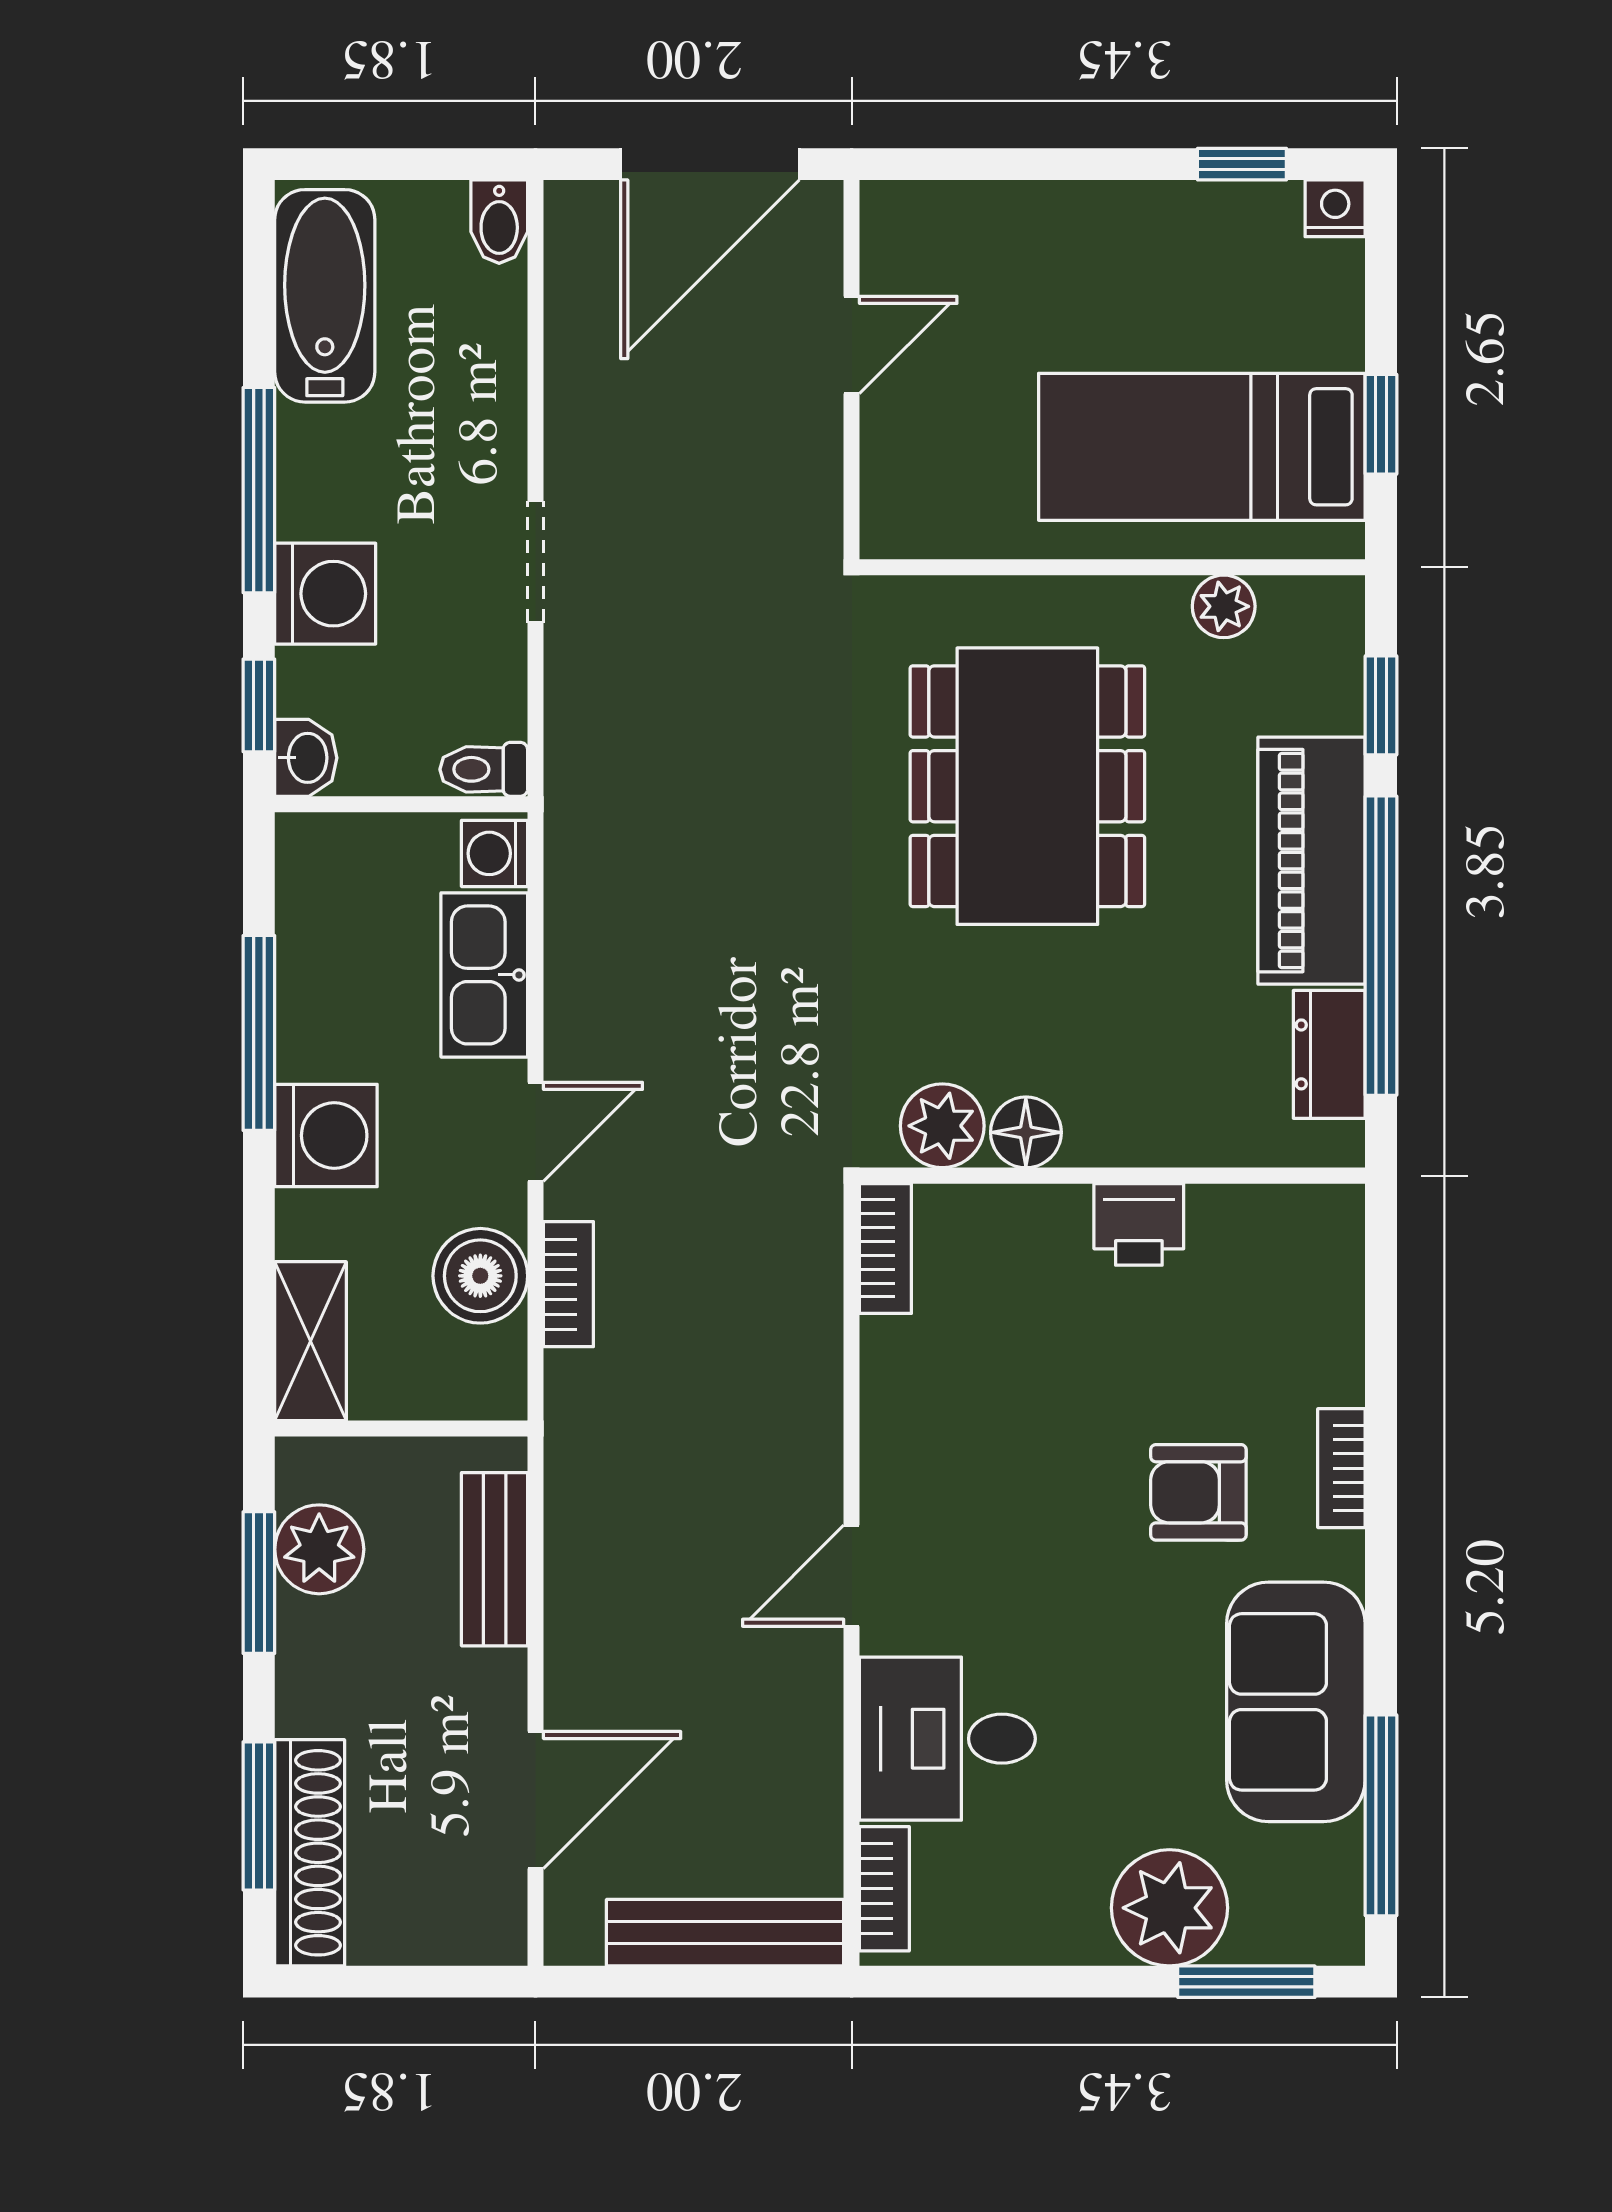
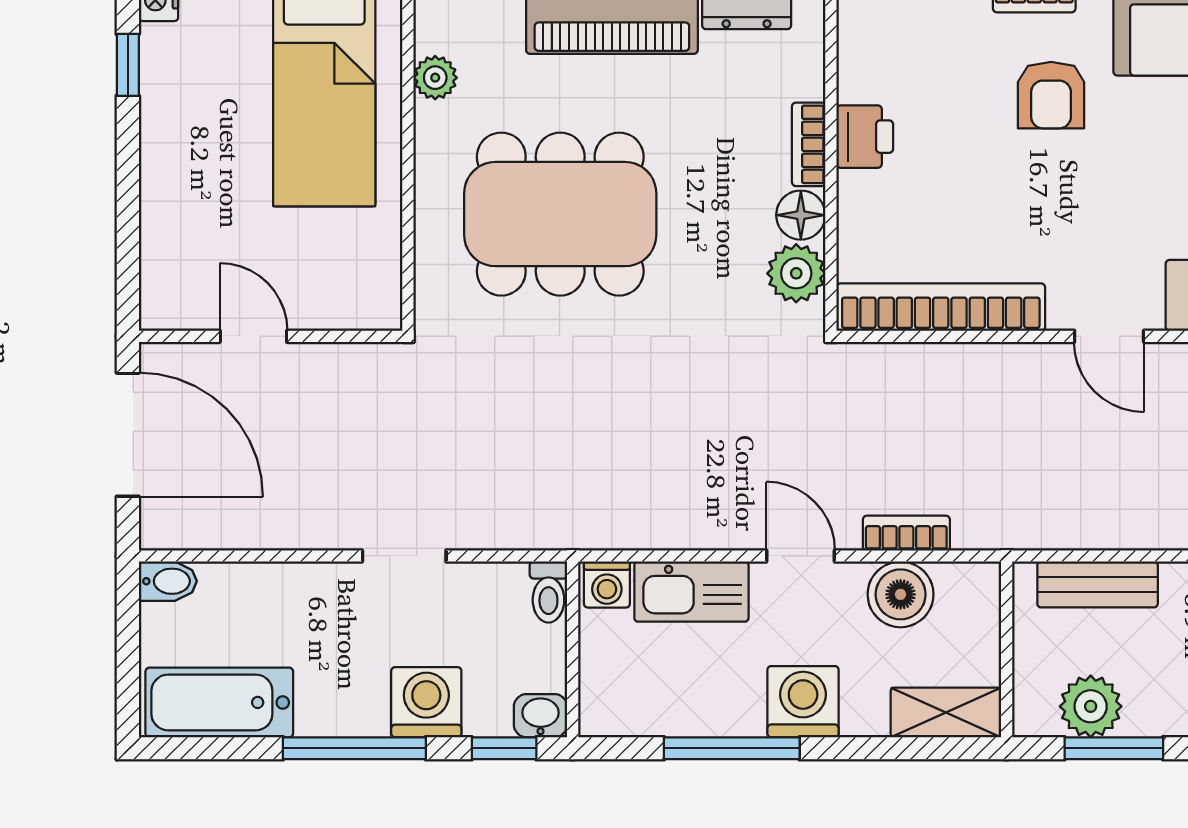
bookcase: (1128, 1144) -> (809, 144), added
bookcase: (885, 1248) -> (941, 307), width x2.31, depth x1.31

